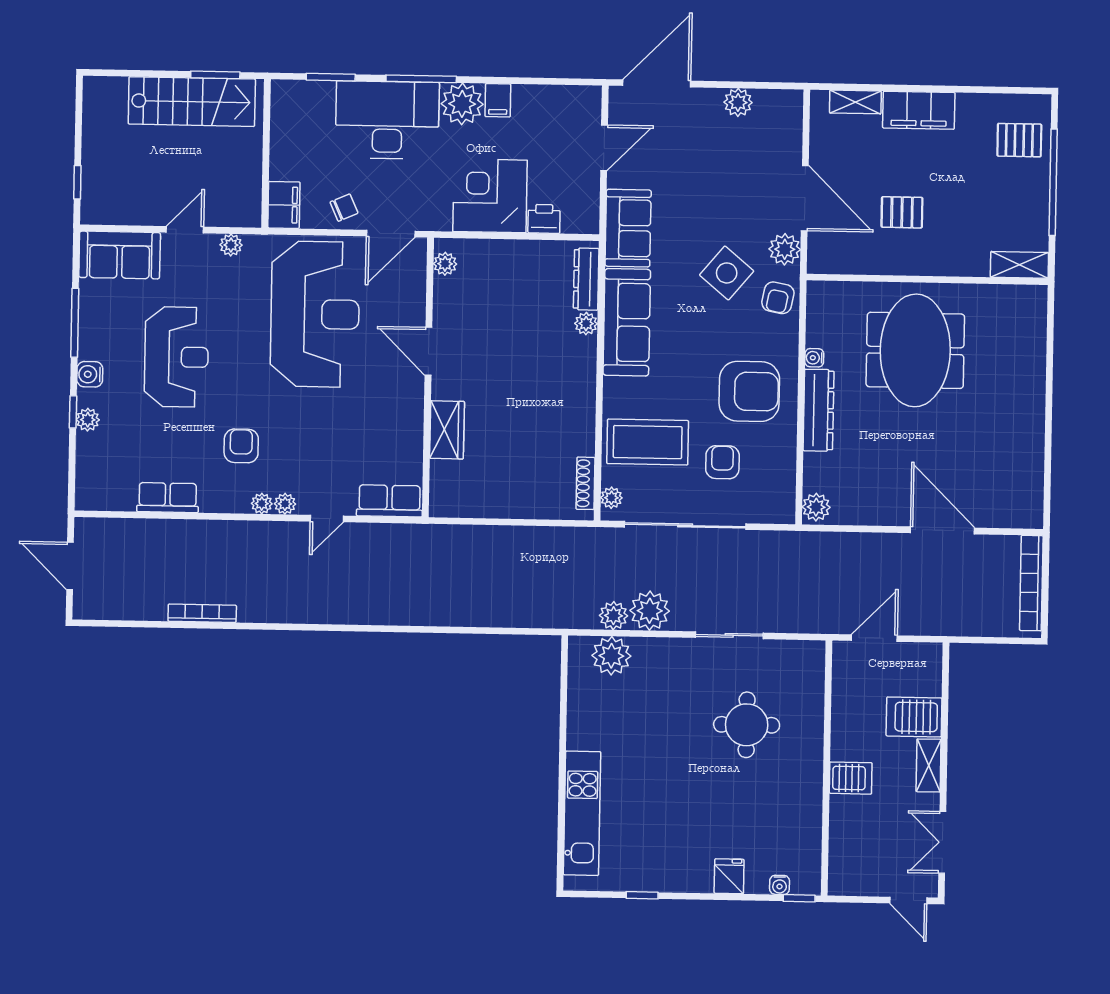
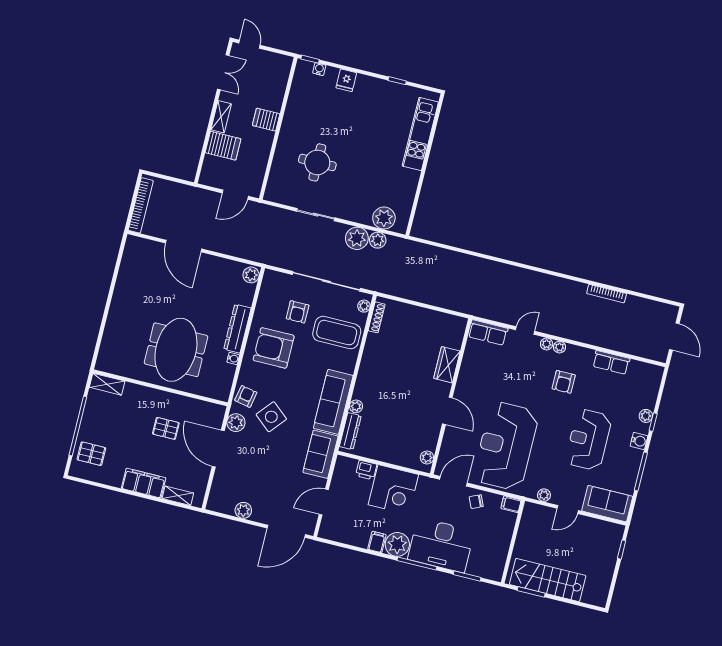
filing cabinet: (284, 205) -> (511, 504), width x0.50

